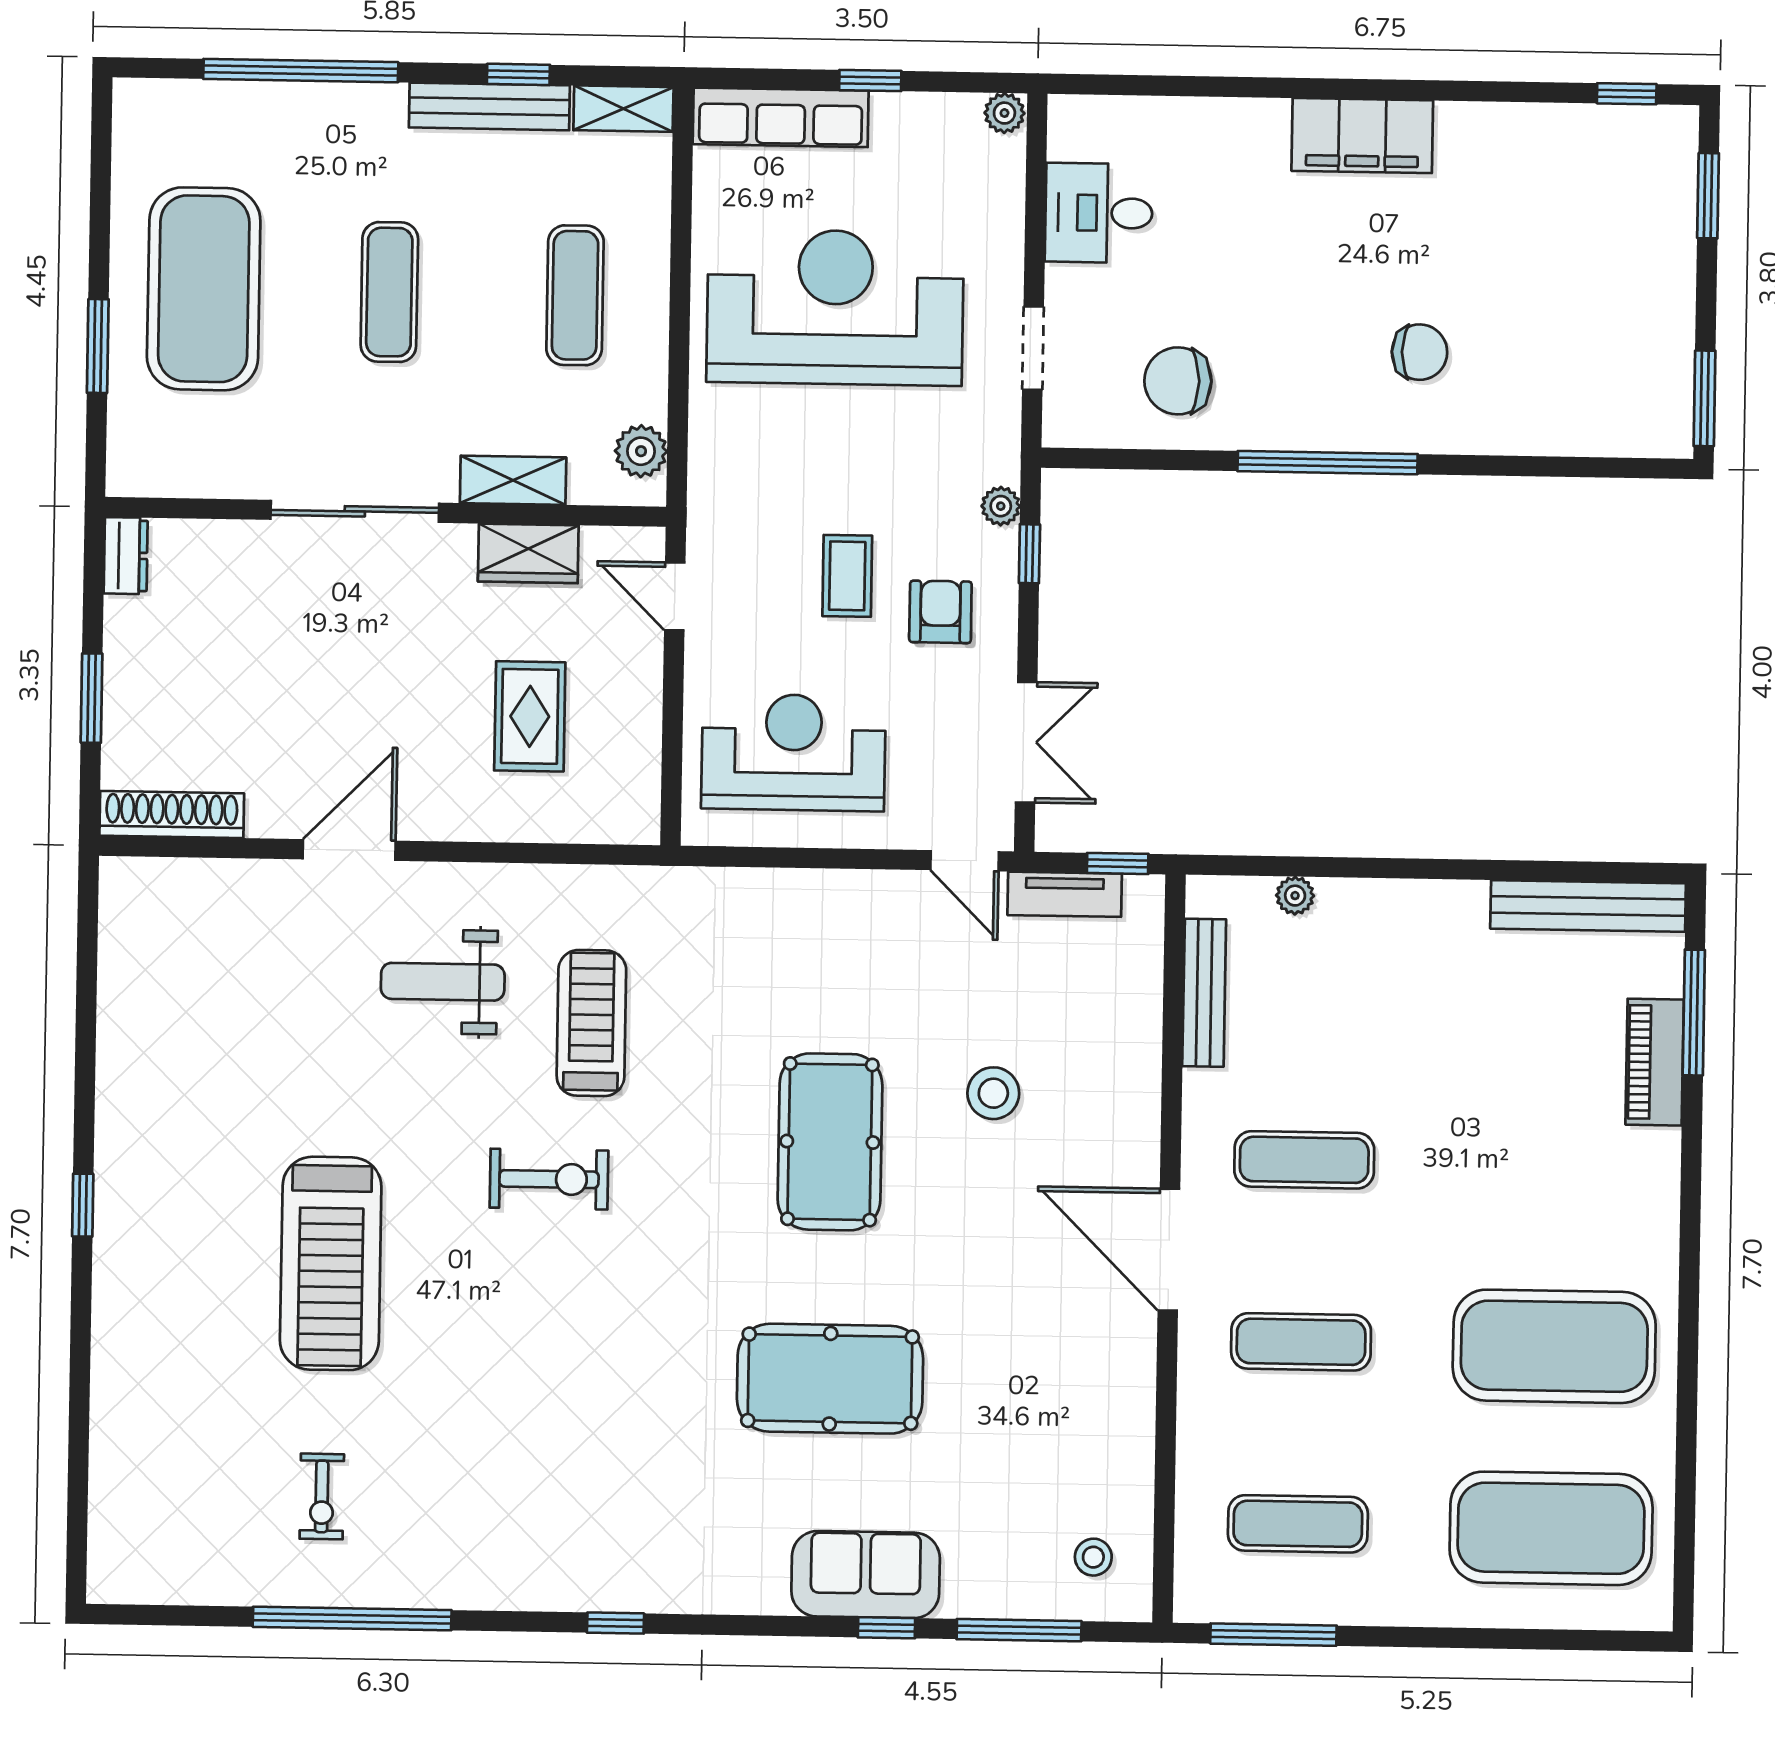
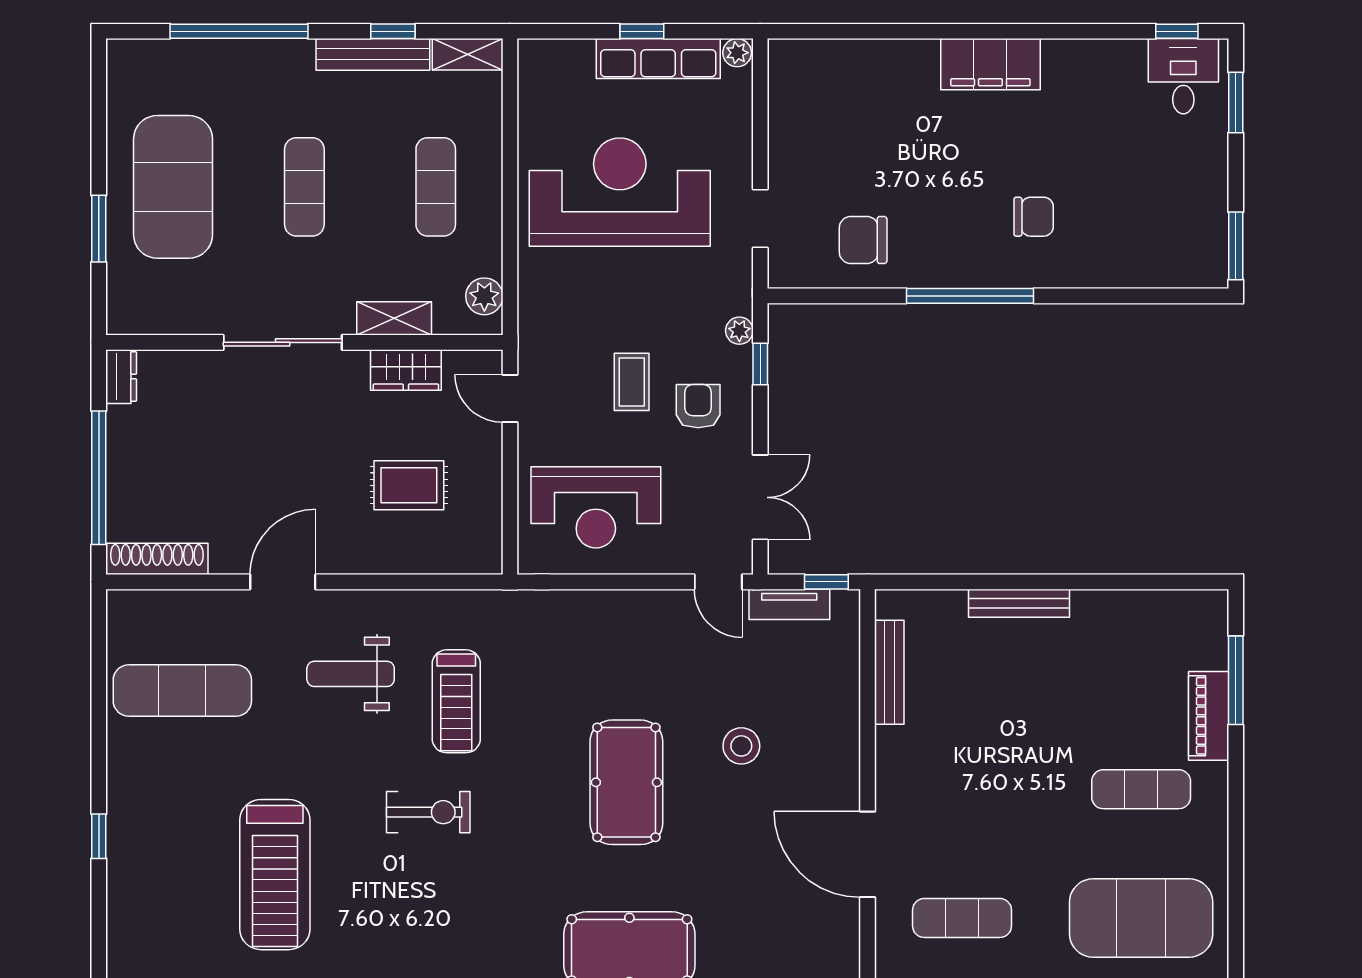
row of seats: (781, 117) -> (658, 58), moved
desk: (1099, 213) -> (1183, 76), moved, turned 90
window: (92, 698) -> (99, 478), width x2.11
rug: (530, 716) -> (409, 485), turned 90
reception desk: (793, 752) -> (596, 507), turned 180
plant: (1295, 896) -> (952, 602), removed
bench: (1588, 906) -> (1019, 603), moved, width x0.73, depth x0.82
exercise mat: (204, 1001) -> (182, 690), added
treadmill: (591, 1023) -> (456, 701), turned 180
exercise mat: (1304, 1160) -> (1141, 789), moved

